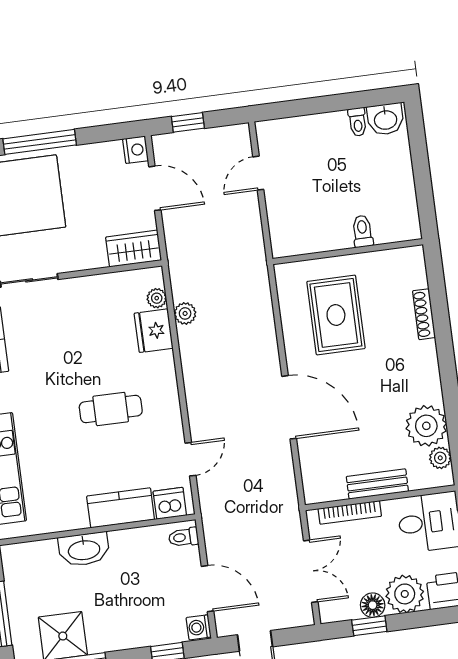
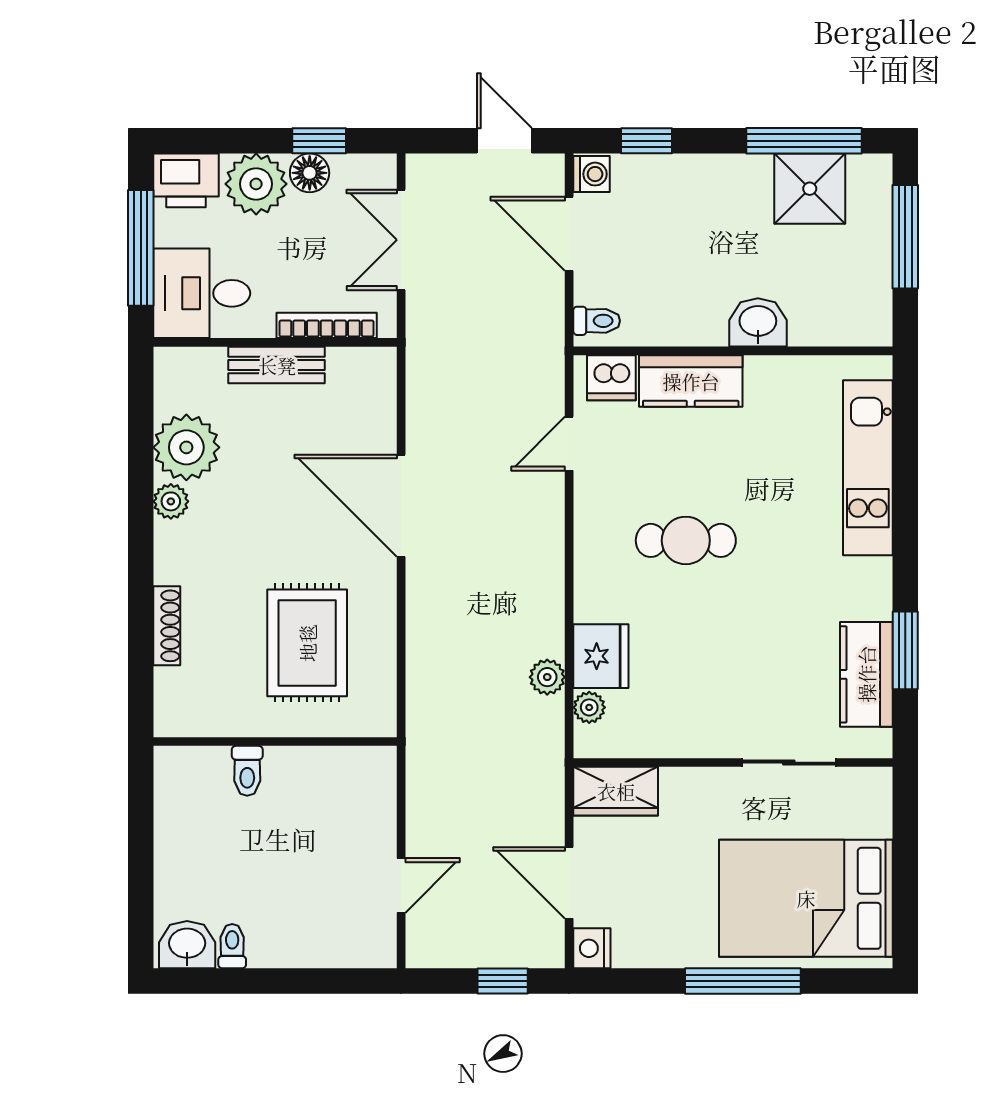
plant: (440, 458) -> (171, 501), moved
washbasin: (84, 549) -> (758, 322), width x0.72

